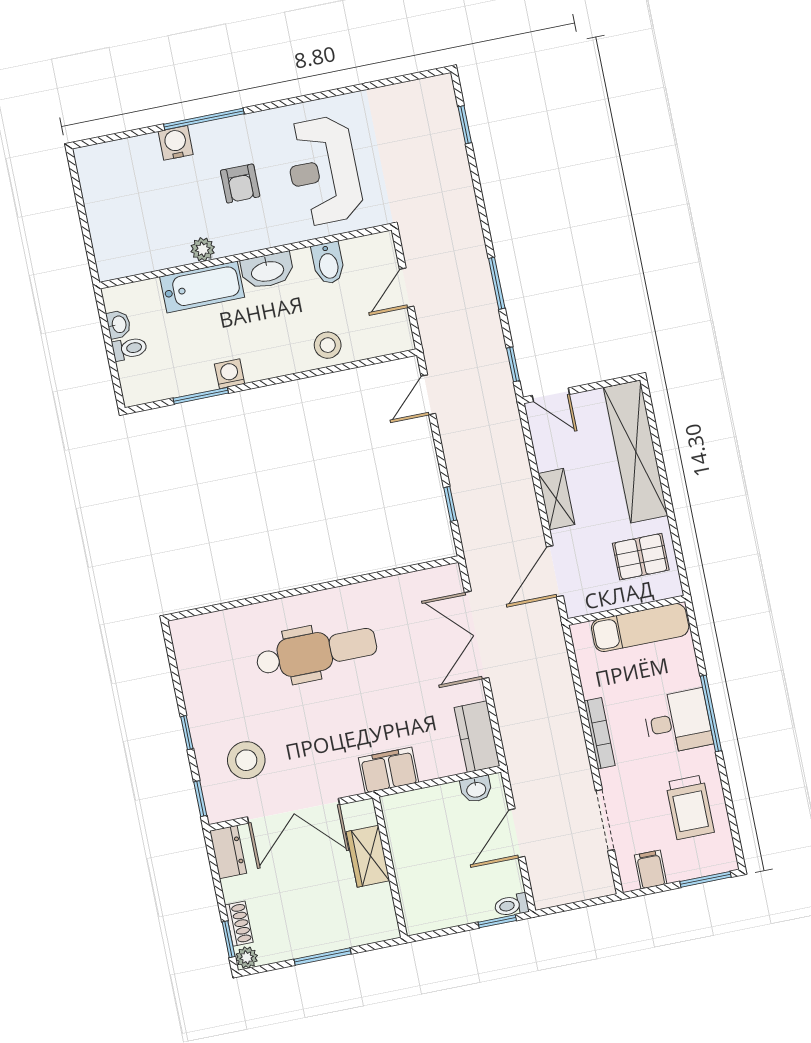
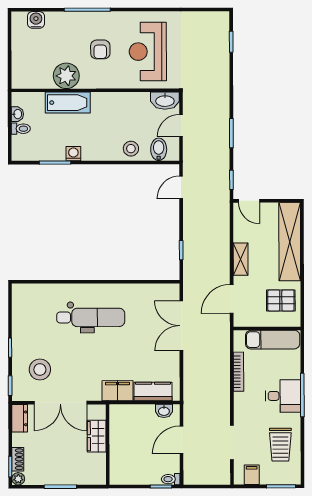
water cooler: (176, 143) -> (36, 20), moved
plant: (203, 249) -> (66, 76), width x1.87, depth x1.87
bidet: (328, 263) -> (159, 149), moved, turned 180
washbasin: (267, 271) -> (165, 101), moved
bookcase: (600, 733) -> (238, 372), moved
kitchen counter: (477, 737) -> (153, 391), moved, turned 90

